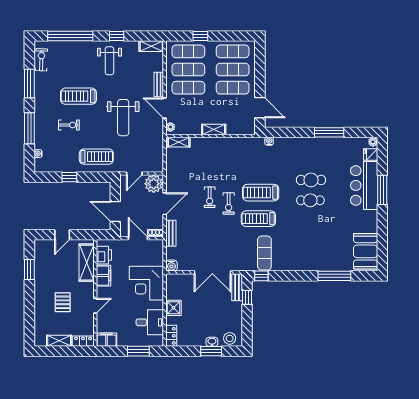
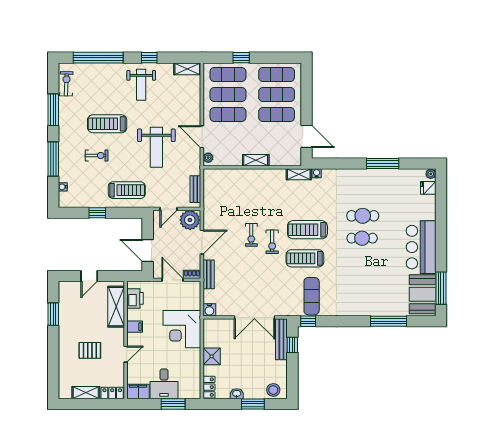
bench: (159, 85) -> (195, 189), moved
shelving: (179, 142) -> (299, 174), moved
bar counter: (364, 185) -> (421, 247), moved
window: (382, 190) -> (441, 288), moved
filing cabinet: (103, 276) -> (135, 327), width x0.50
bench: (237, 287) -> (281, 339), width x1.36
pallet: (63, 302) -> (90, 350), turned 90
desk: (150, 322) -> (164, 384), moved, turned 90
washbasin: (212, 342) -> (237, 394), moved

